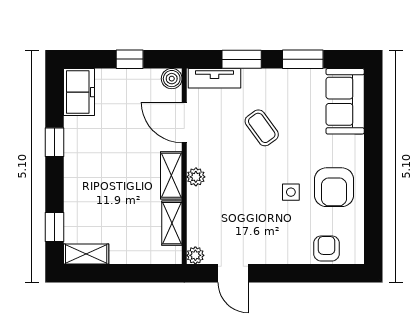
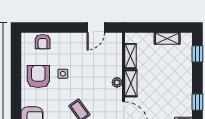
shelving: (86, 254) -> (167, 38), moved
plant: (195, 255) -> (117, 38), removed
door: (233, 273) -> (96, 28), swing flipped

